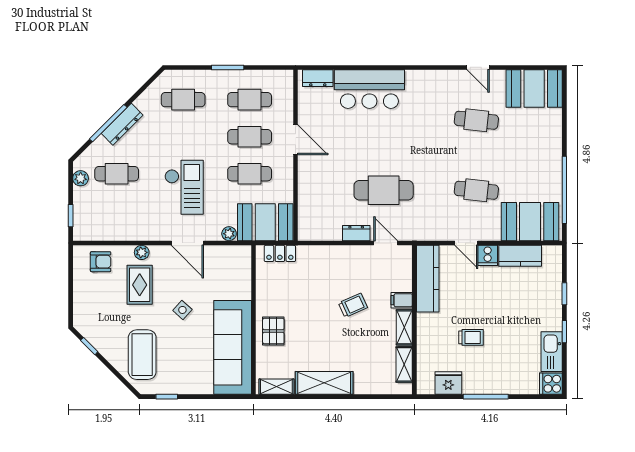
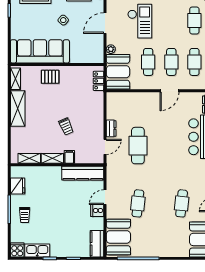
checkout: (184, 187) -> (140, 21), turned -90
kitchen counter: (520, 256) -> (97, 244), moved
trolley: (471, 337) -> (25, 215), moved

